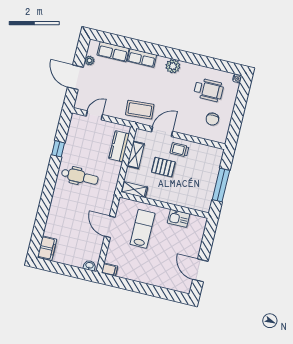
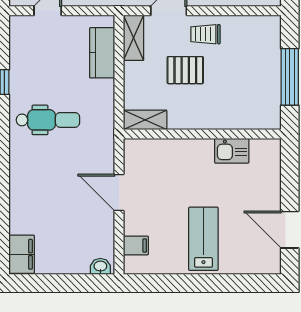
shelving: (136, 155) -> (134, 38), moved
lab bench: (142, 229) -> (203, 239), moved
filing cabinet: (110, 270) -> (136, 246), moved

